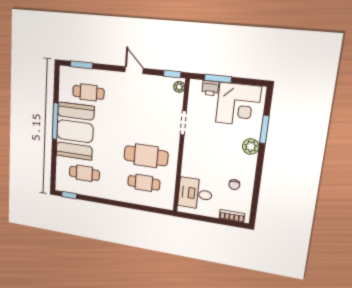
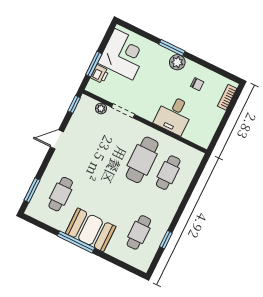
plant: (179, 87) -> (101, 109), moved
window: (264, 129) -> (172, 48), moved
booth: (75, 131) -> (91, 230), width x0.73, depth x0.70
plant: (251, 147) -> (177, 62), moved
desk: (195, 194) -> (174, 115), moved
window: (69, 195) -> (166, 240), moved

